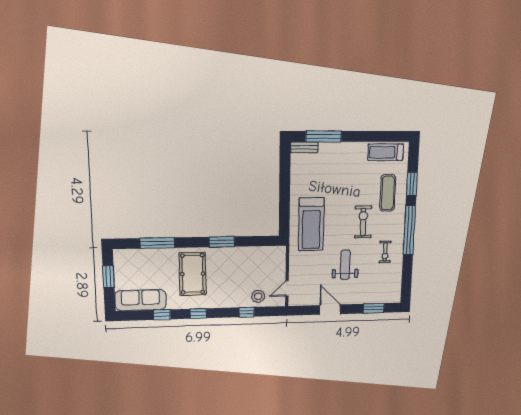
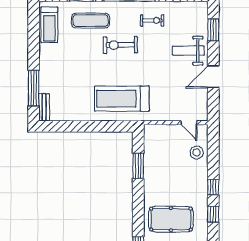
treadmill: (311, 224) -> (122, 99), turned 180
window: (222, 242) -> (138, 166), moved
weight bench: (345, 265) -> (188, 51), moved
window: (247, 312) -> (213, 187), moved

